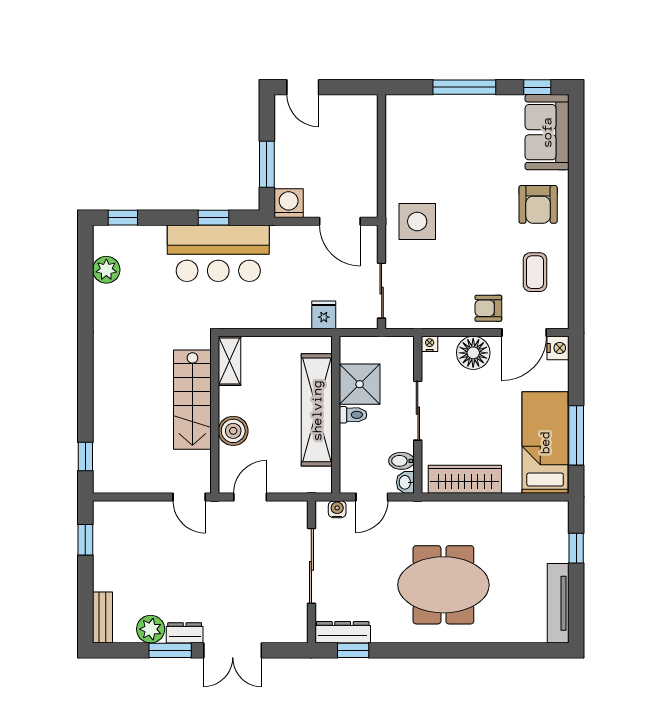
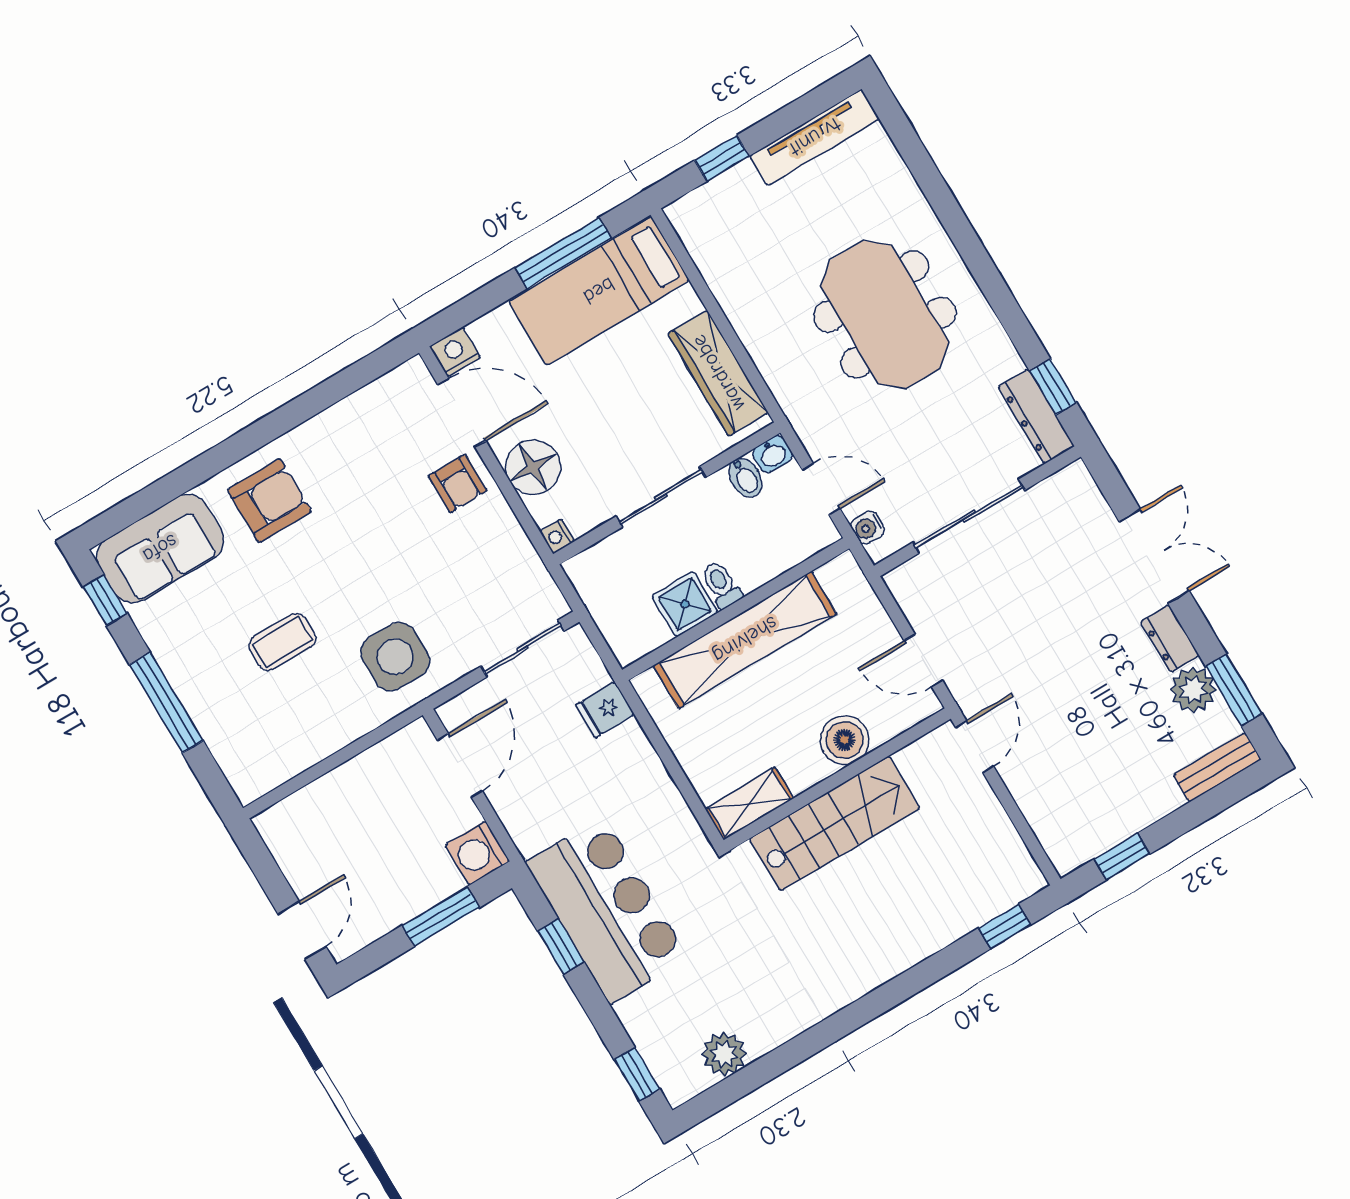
coffee table: (535, 272) -> (282, 642), moved
shower: (360, 384) -> (685, 604), width x0.73, depth x0.73
window: (170, 650) -> (1234, 690), moved

